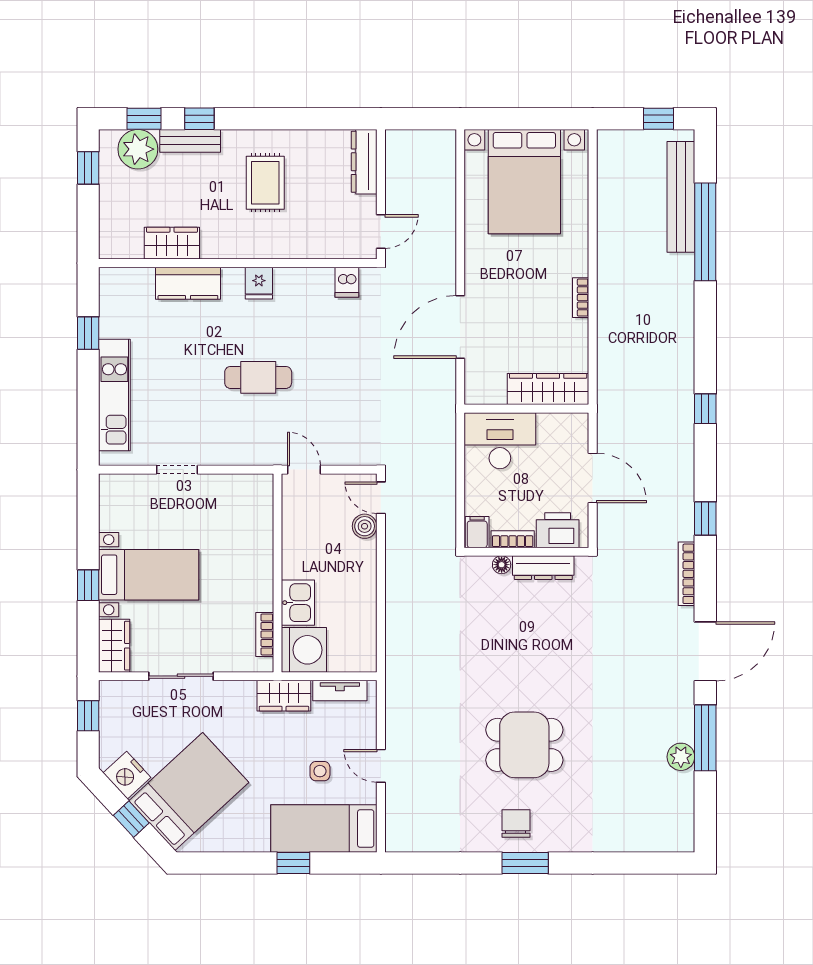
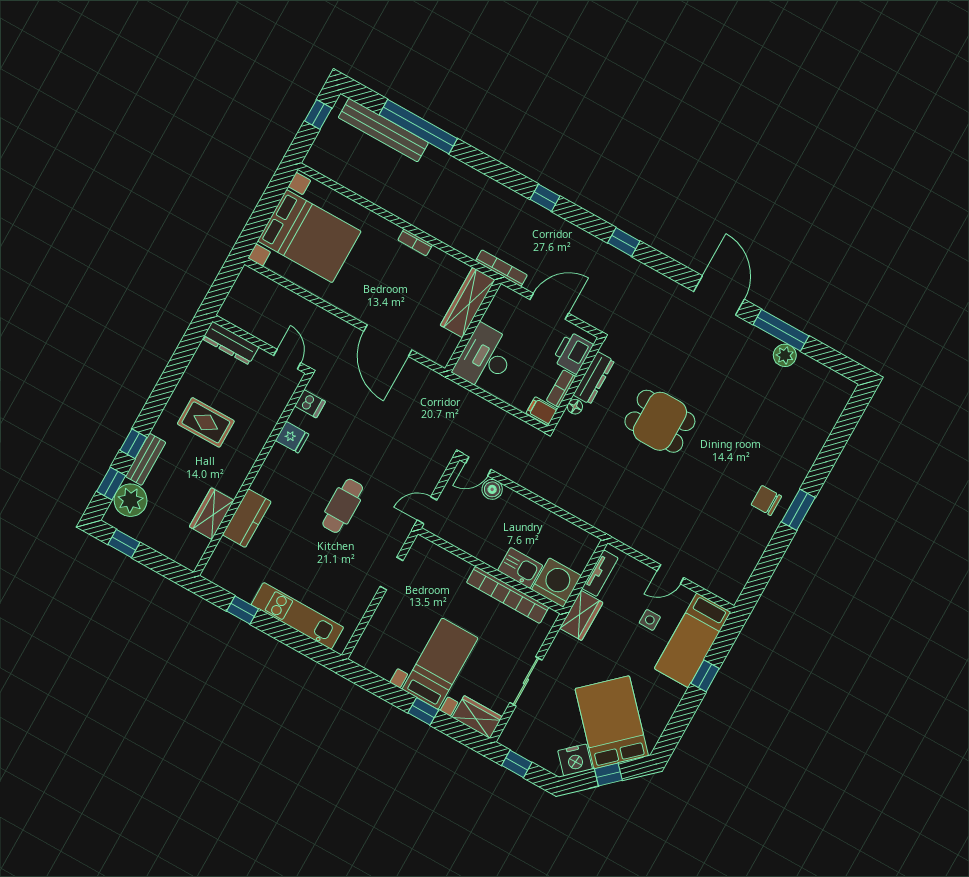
fridge: (259, 283) -> (292, 437), moved
doorway: (177, 470) -> (392, 574), moved
bookcase: (686, 574) -> (501, 268), moved, turned 180
bookcase: (265, 634) -> (508, 595), width x2.31, depth x1.31
dining table: (524, 745) -> (660, 421), moved, turned 90

